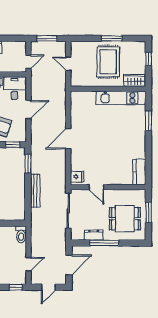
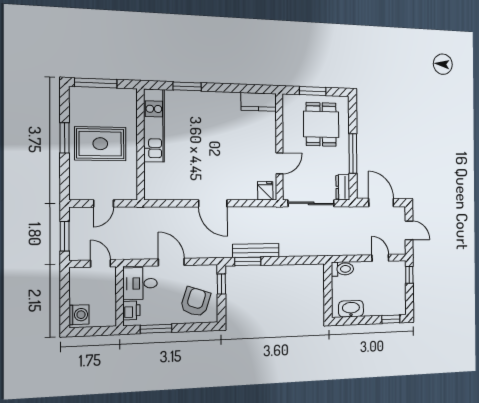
window: (148, 59) -> (96, 83), width x2.17
wardrobe: (134, 80) -> (128, 105), removed
bench: (35, 191) -> (256, 250), moved
dresser: (94, 235) -> (343, 187), moved

